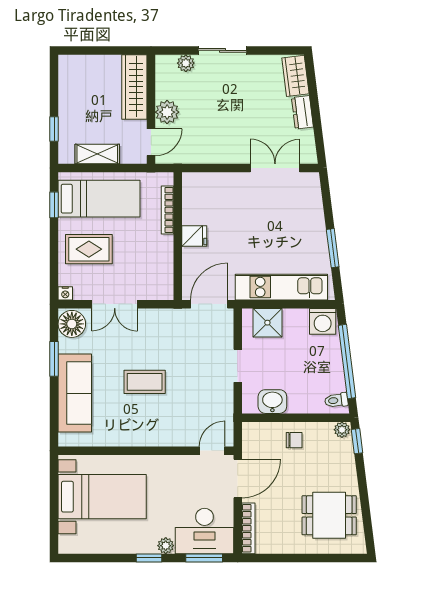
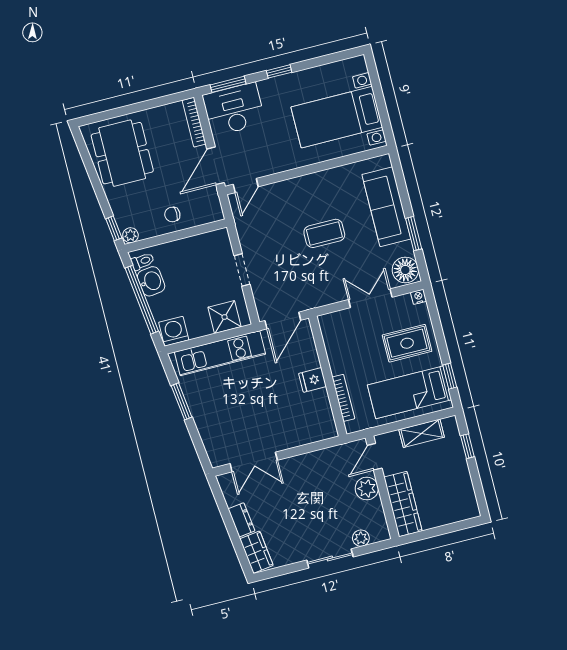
washbasin: (272, 402) -> (151, 281), moved, turned -97
dining table: (329, 515) -> (122, 153), width x1.38
plant: (166, 546) -> (266, 87), removed

